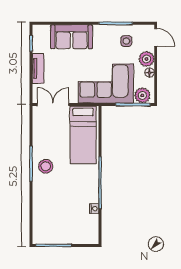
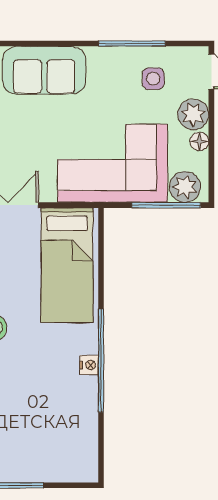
nightstand: (94, 209) -> (89, 365), moved

